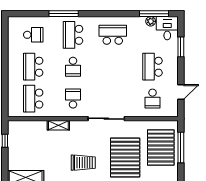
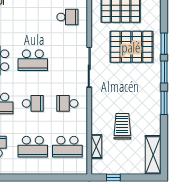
school desk: (153, 67) -> (33, 60), moved
shelving: (58, 125) -> (96, 146), moved
trolley: (83, 163) -> (122, 126), moved

